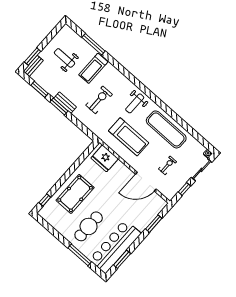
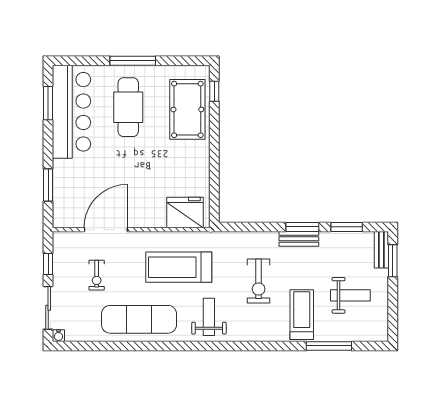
pool table: (75, 194) -> (187, 109), moved
window: (80, 255) -> (133, 61), moved

